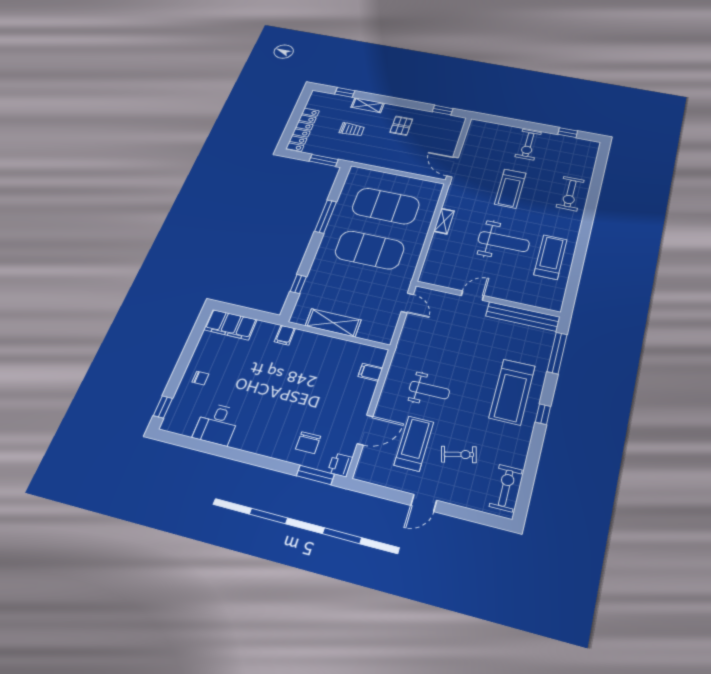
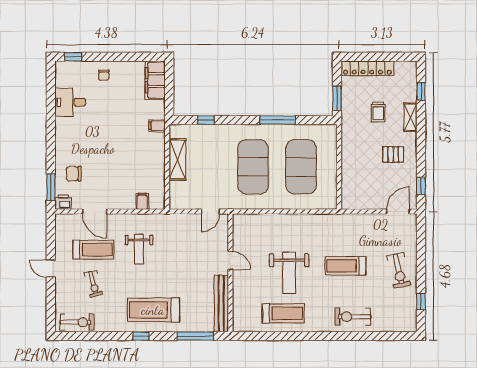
exercise bike: (528, 145) -> (399, 270), turned -103
door: (453, 167) -> (398, 212), moved
shelving: (444, 221) -> (298, 219), removed

